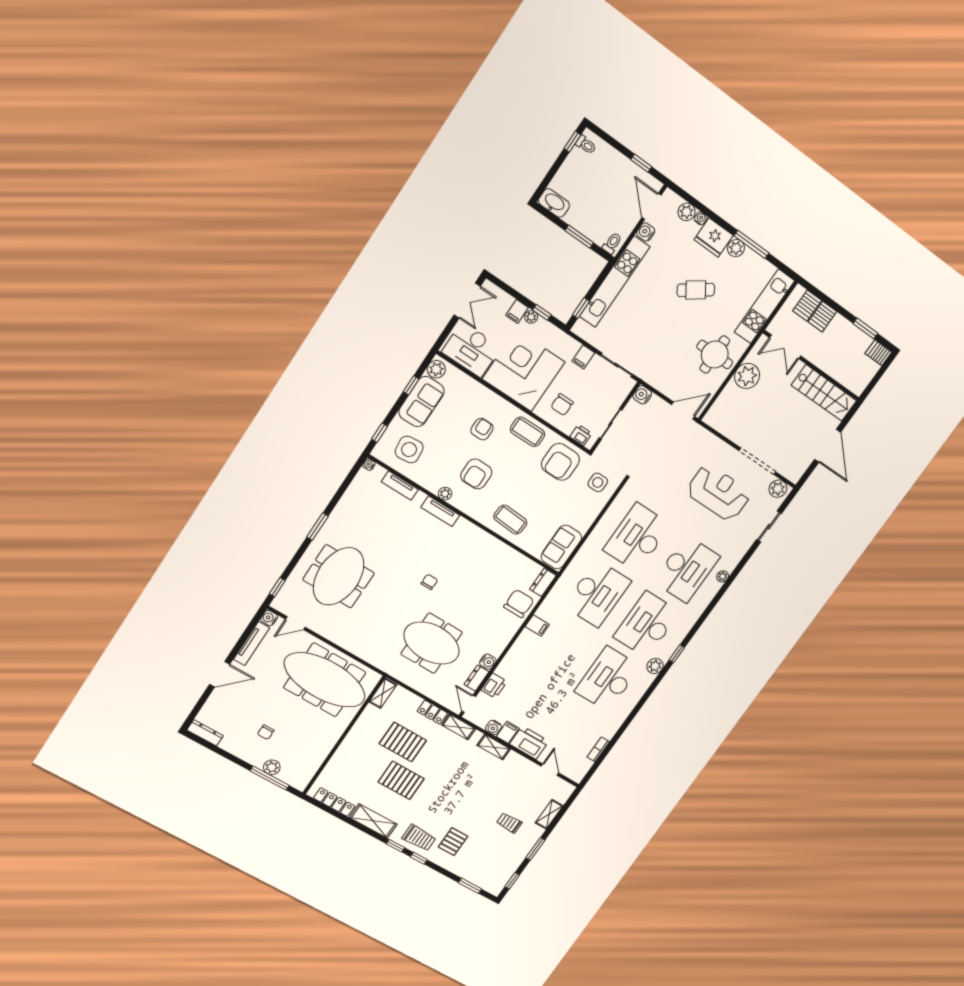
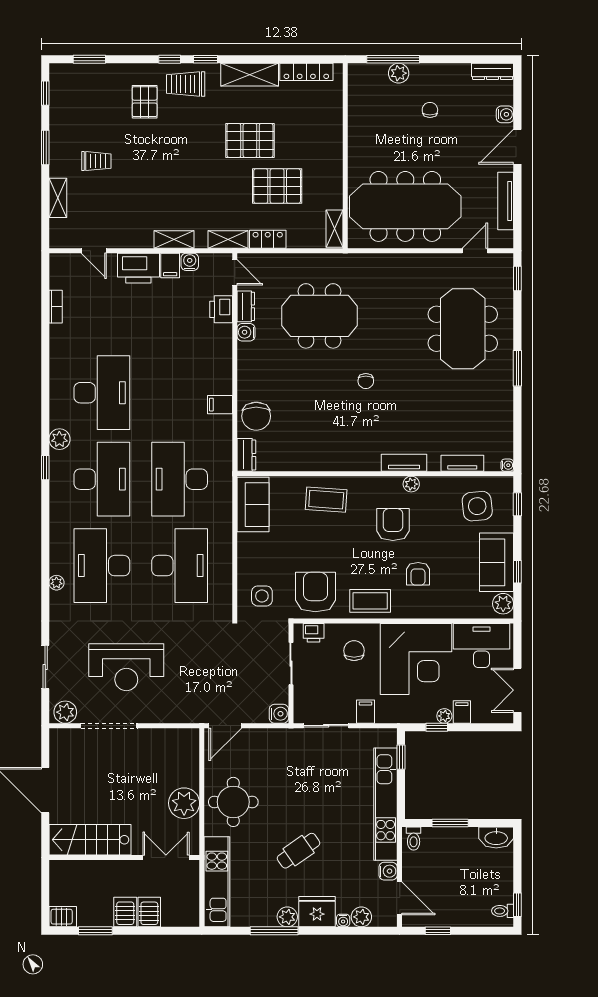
server rack: (807, 306) -> (125, 912), moved
water cooler: (269, 618) -> (505, 114), moved

